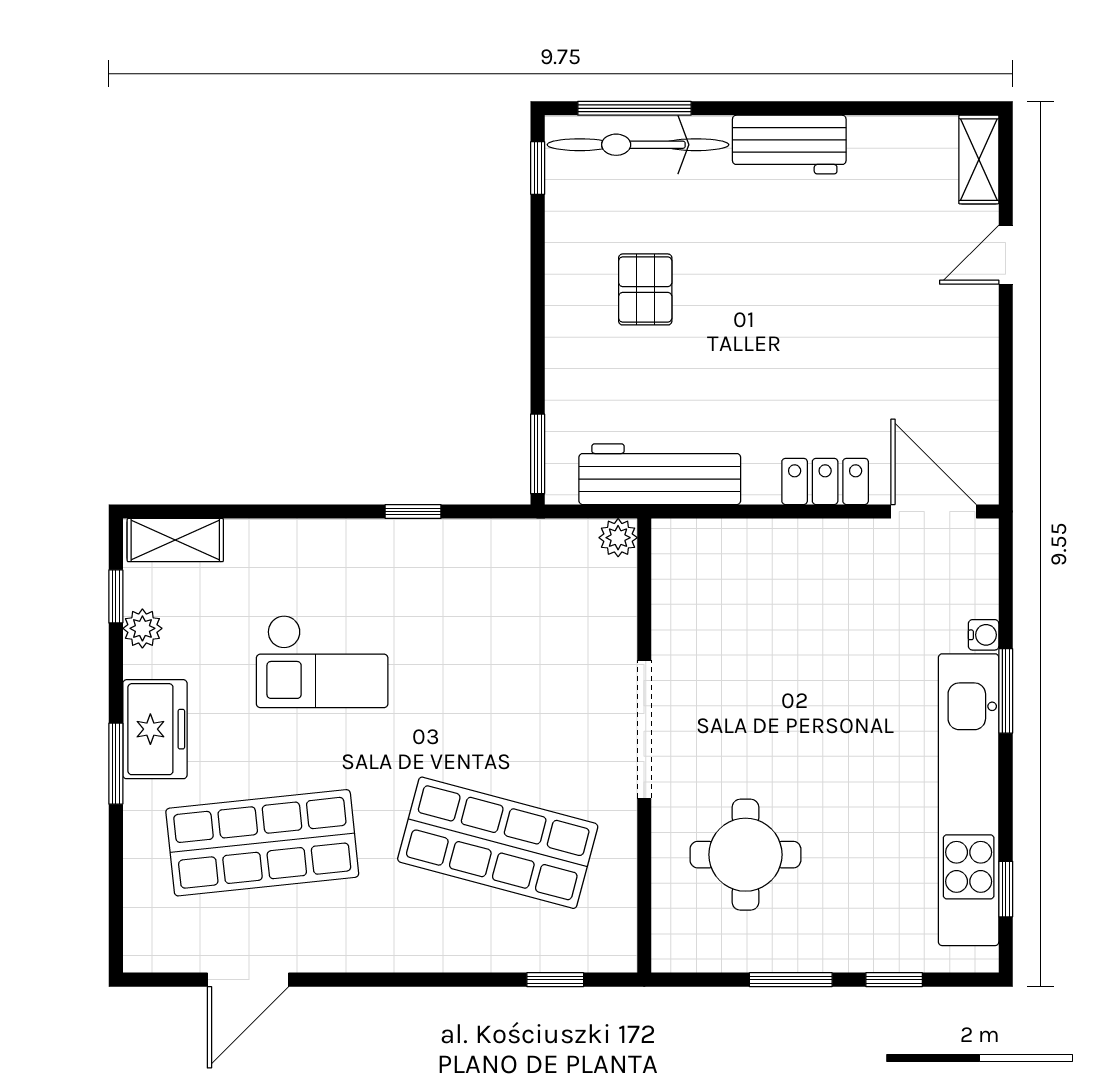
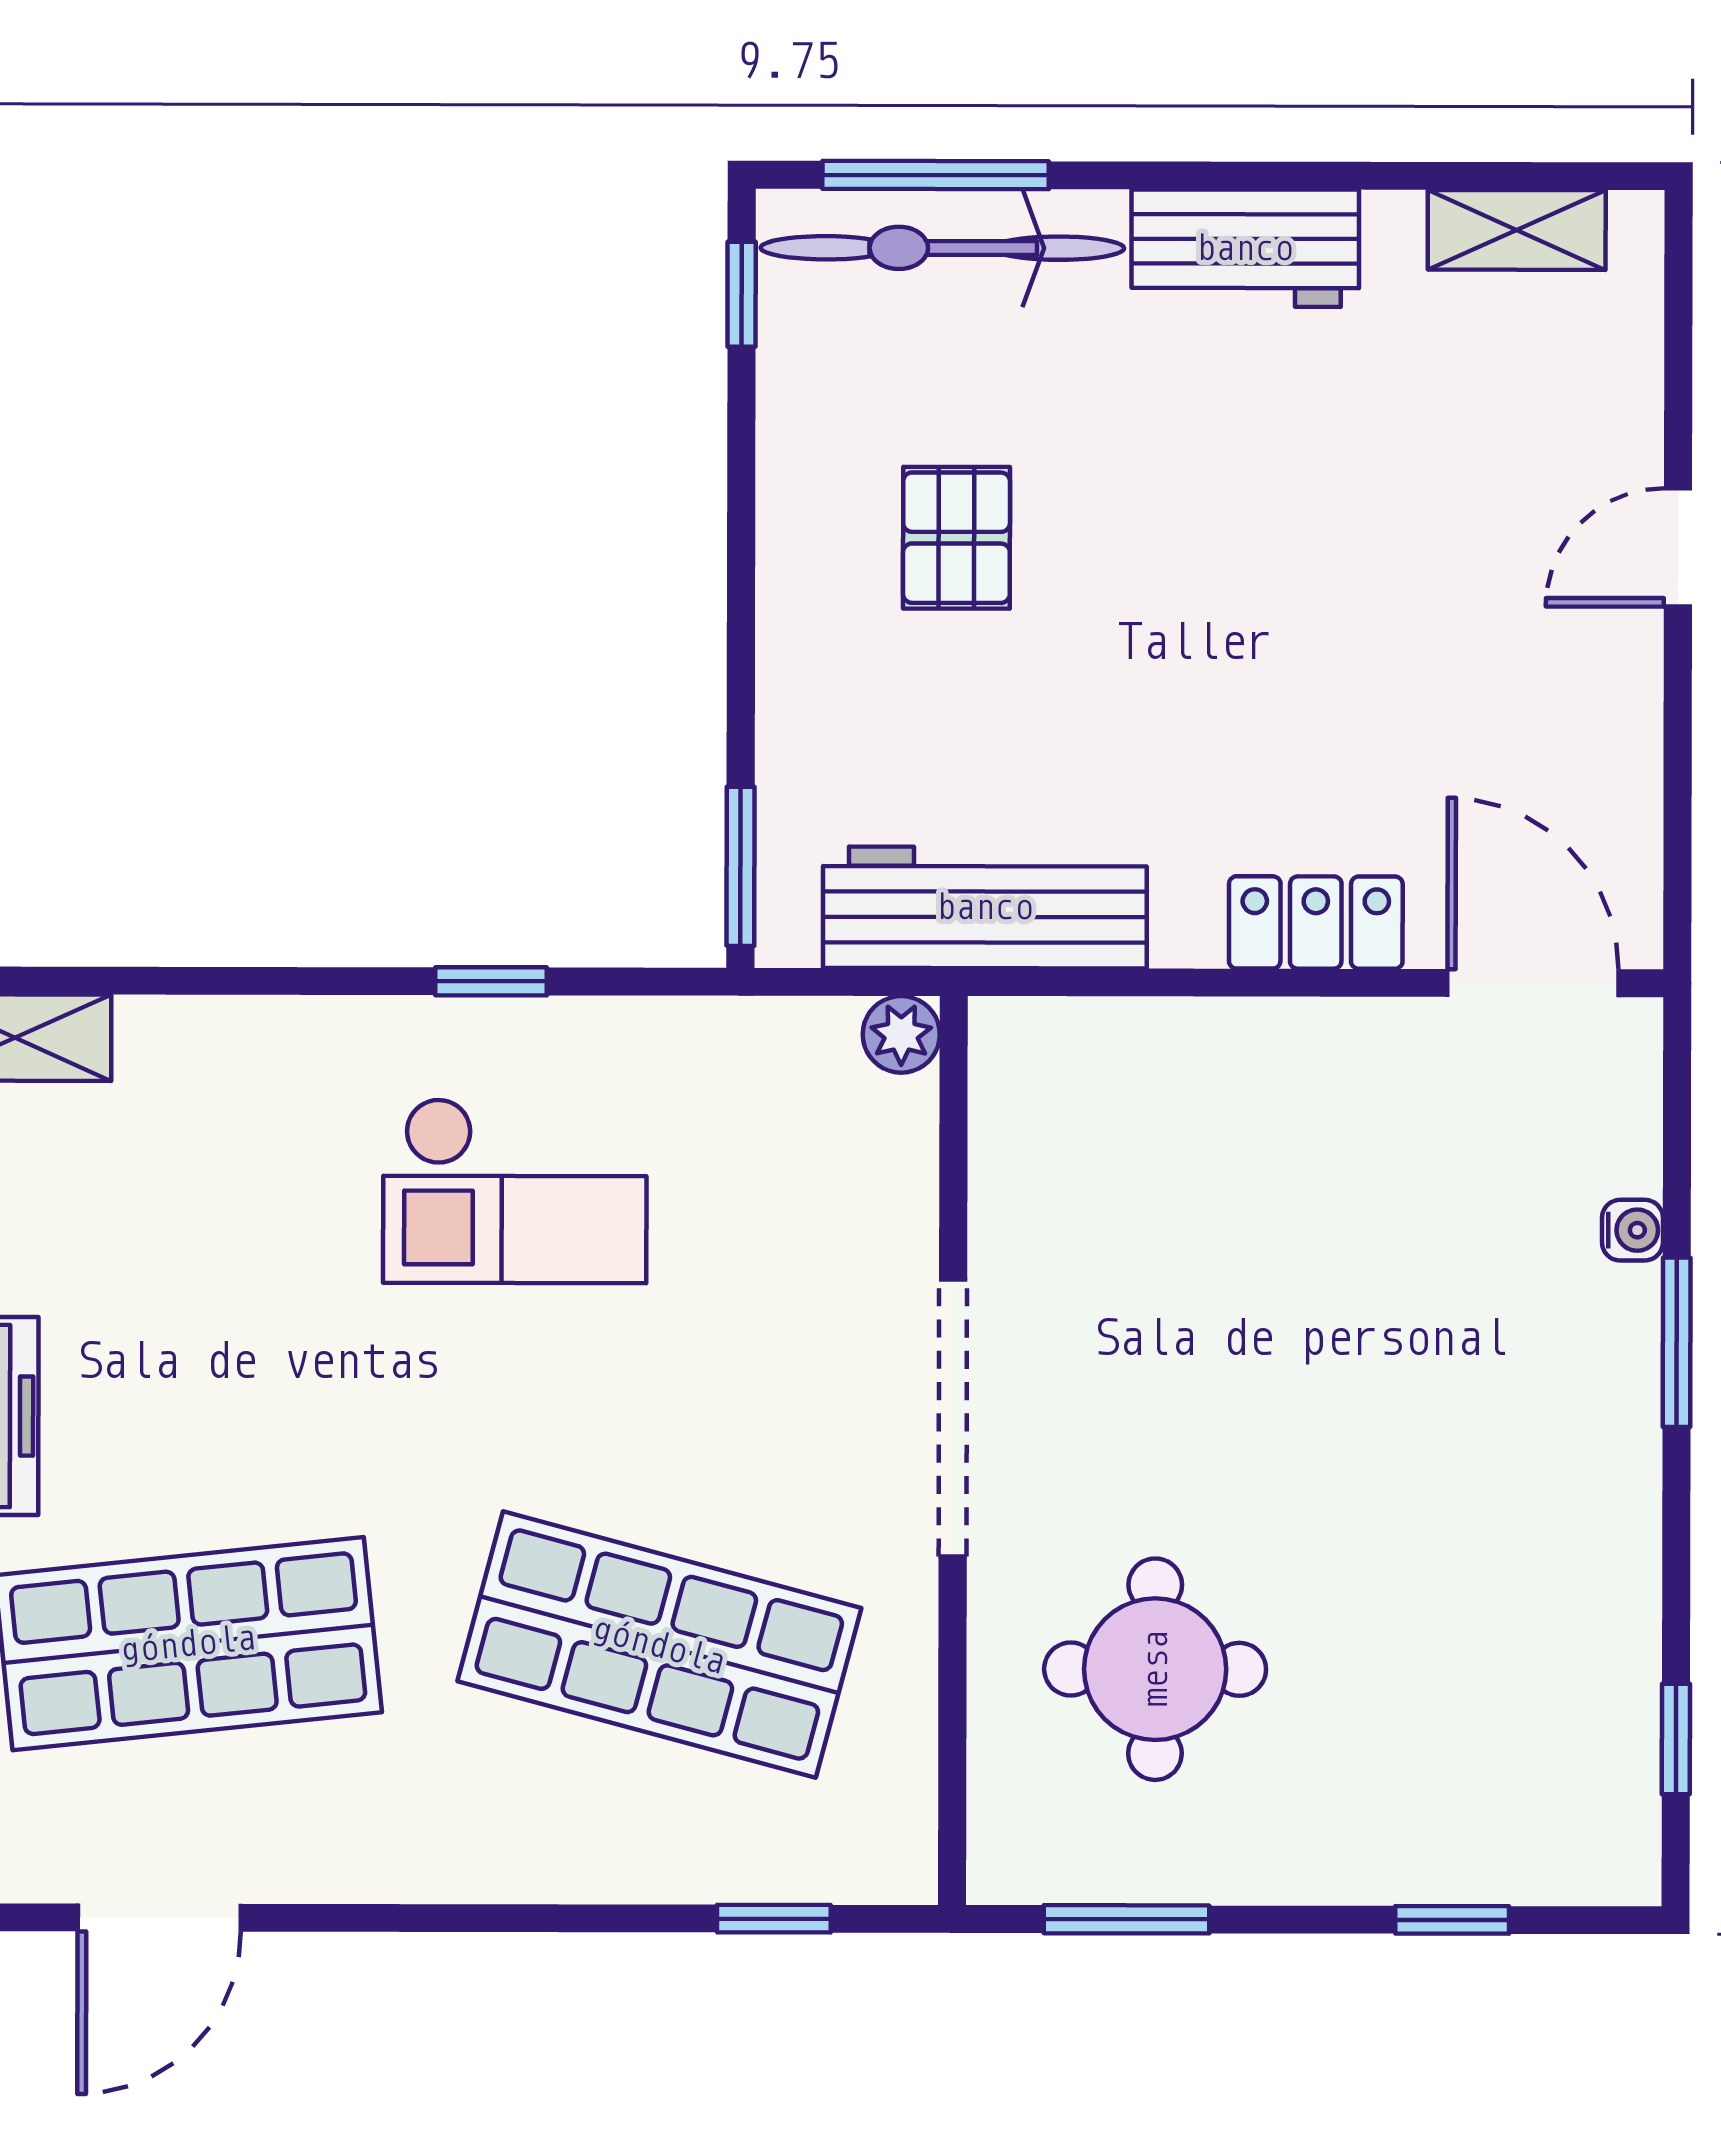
shelving: (979, 160) -> (1517, 230), moved, turned 90
door: (1006, 255) -> (1678, 548), moved
checkout: (322, 661) -> (515, 1191), moved
kitchen unit: (969, 800) -> (1602, 1560), removed
window: (791, 980) -> (1126, 1919), moved

